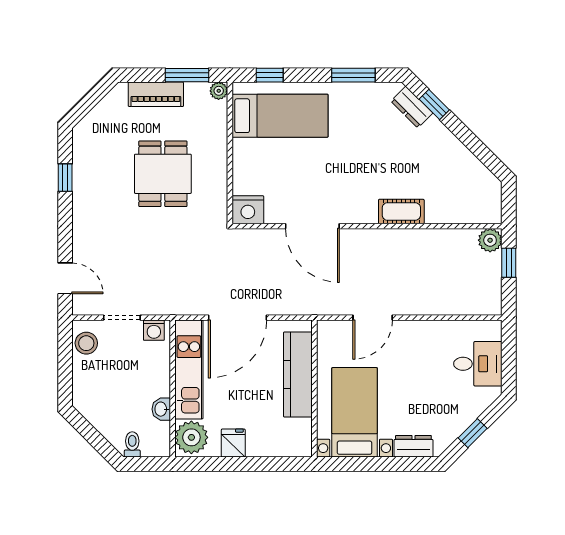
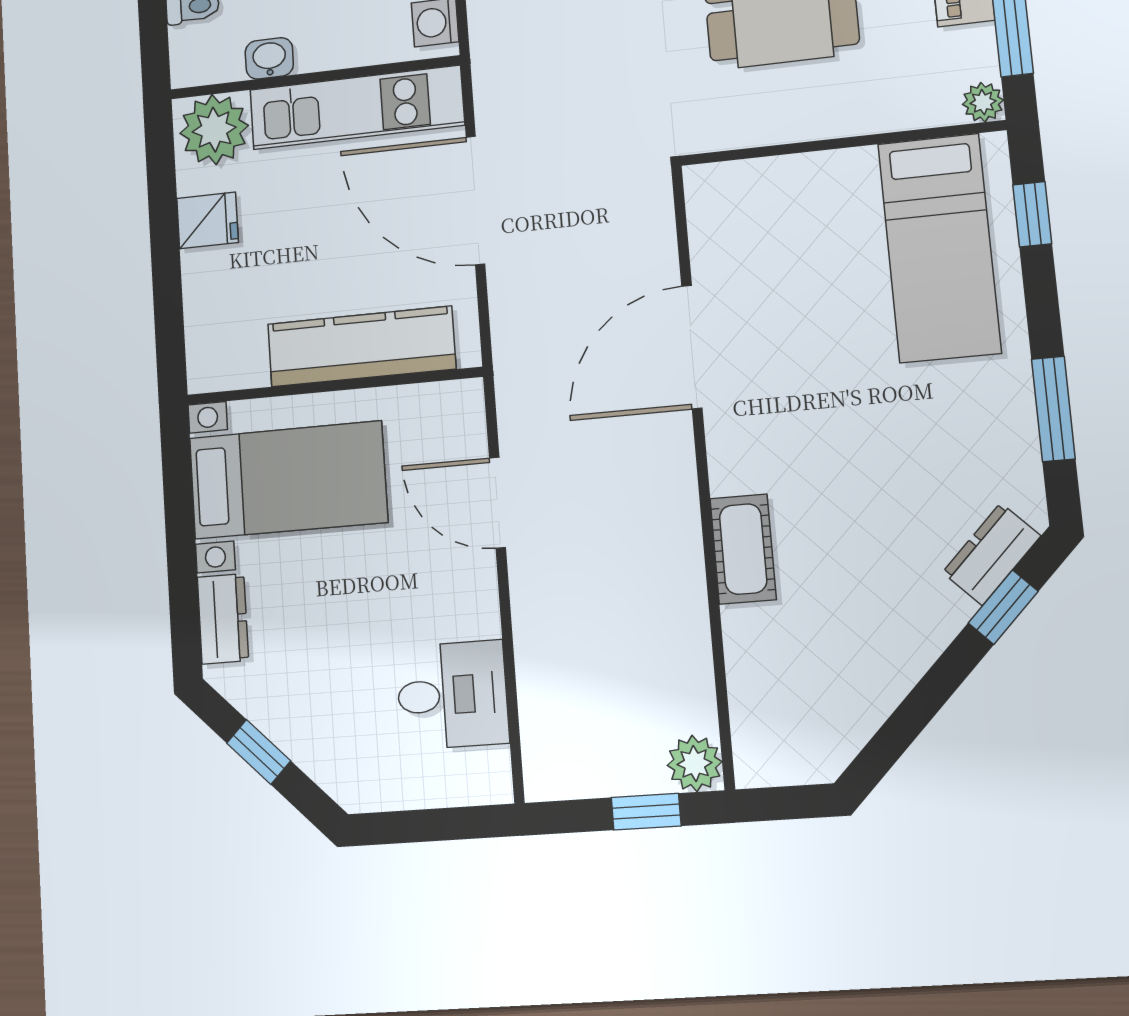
nightstand: (248, 210) -> (716, 197), removed
desk: (478, 364) -> (452, 695), moved, turned -90

